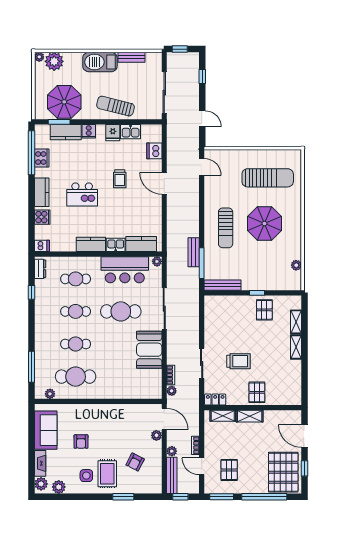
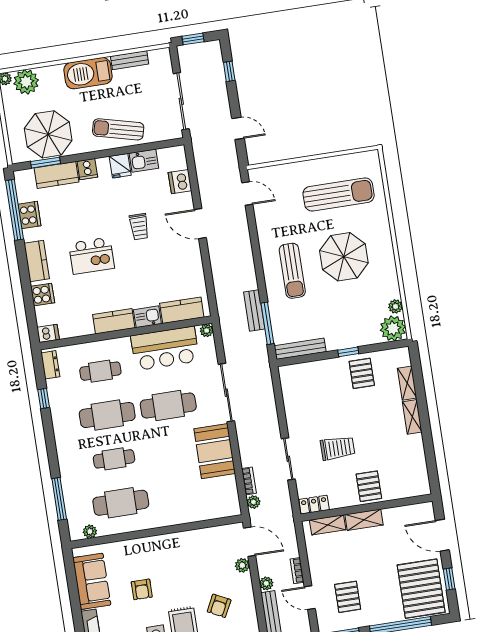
plant: (292, 281) -> (393, 328), added
cafe table: (76, 311) -> (107, 415), width x1.37, depth x1.35

